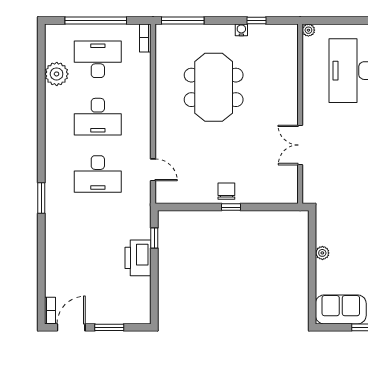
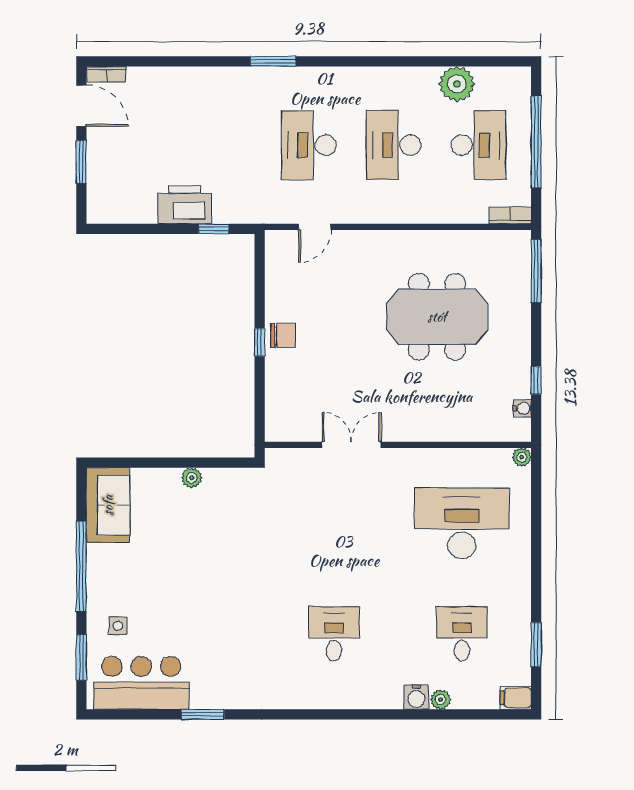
water cooler: (241, 30) -> (522, 408), moved

